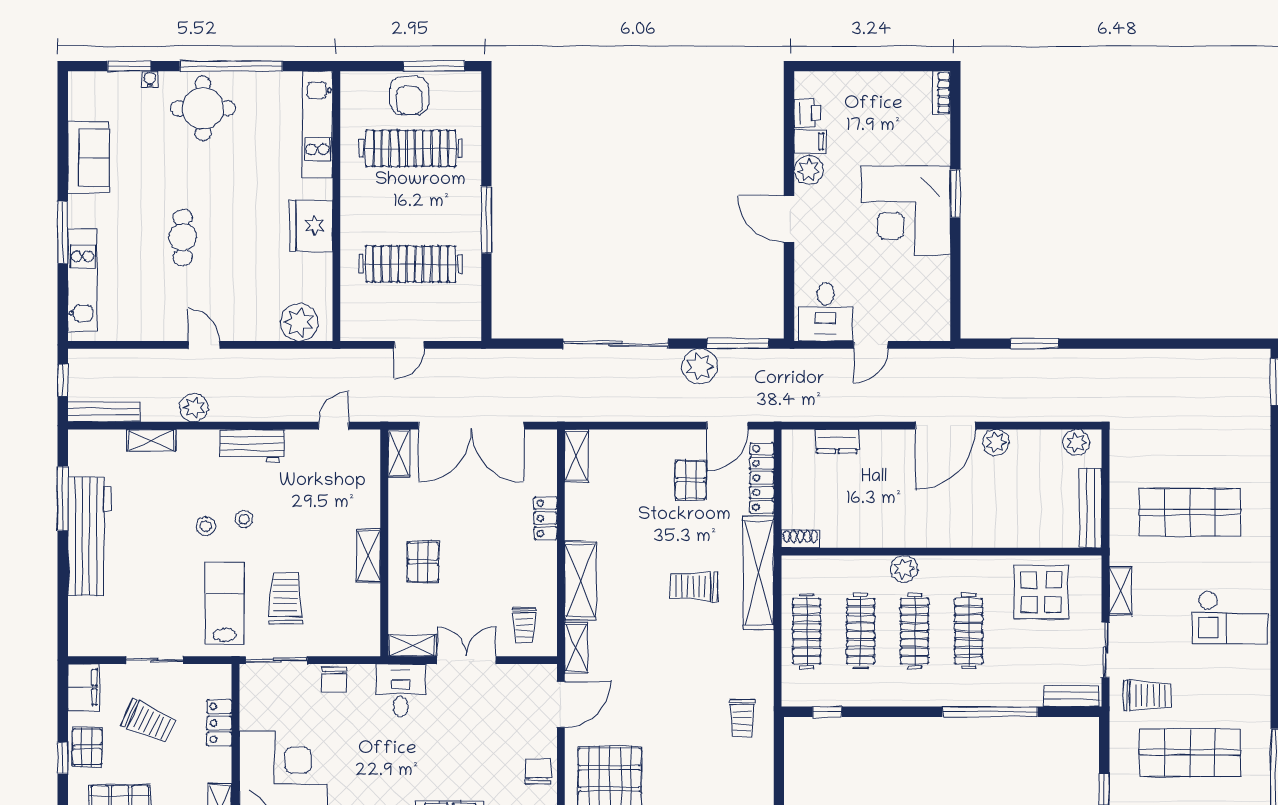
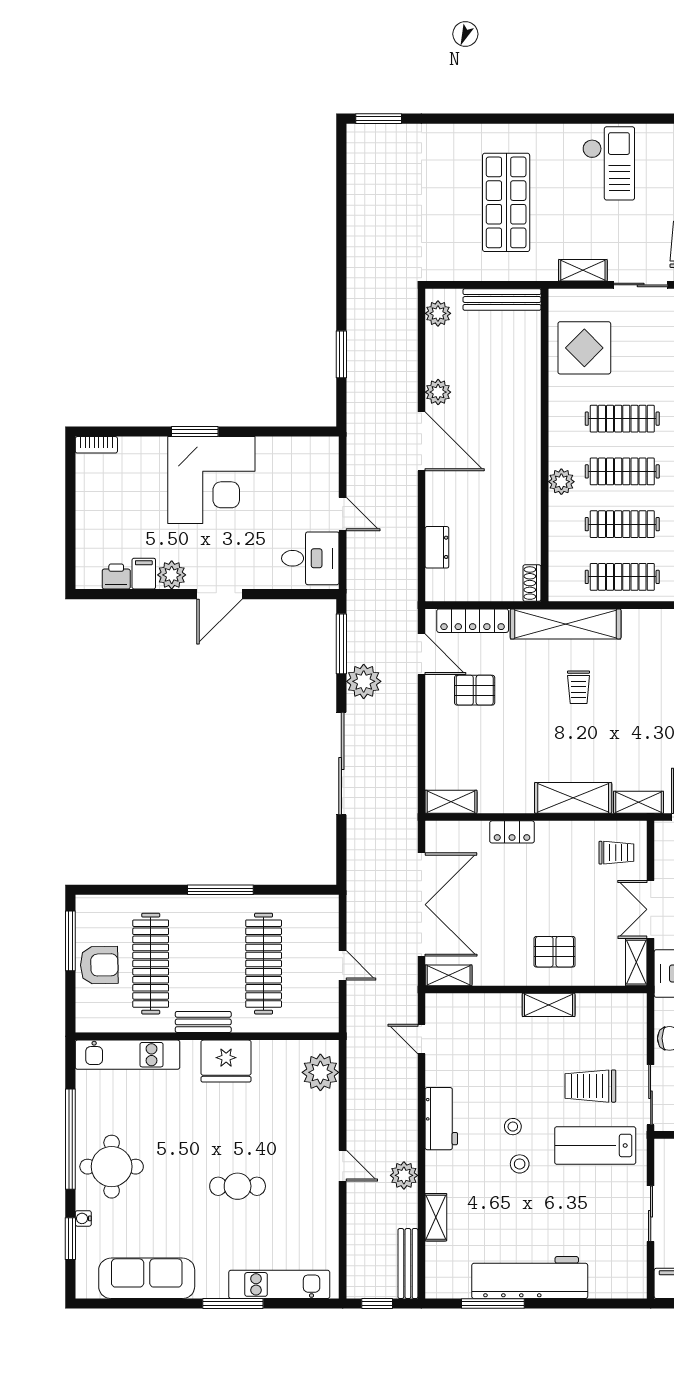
sofa: (89, 157) -> (147, 1278), width x1.36
bench: (351, 202) -> (203, 1022), added
door: (204, 345) -> (343, 1166), swing flipped
trolley: (694, 586) -> (579, 687), width x0.73, depth x0.72

